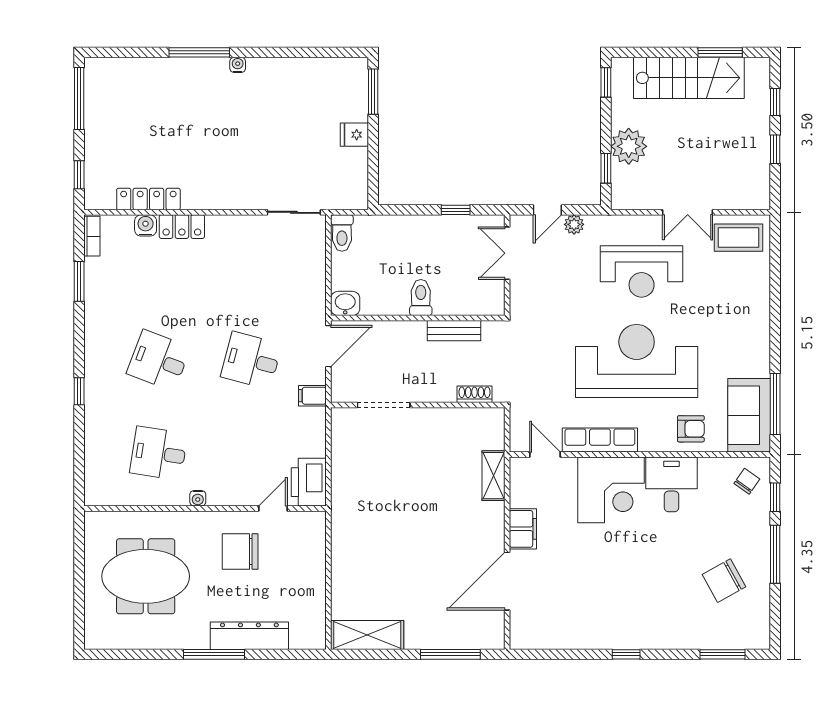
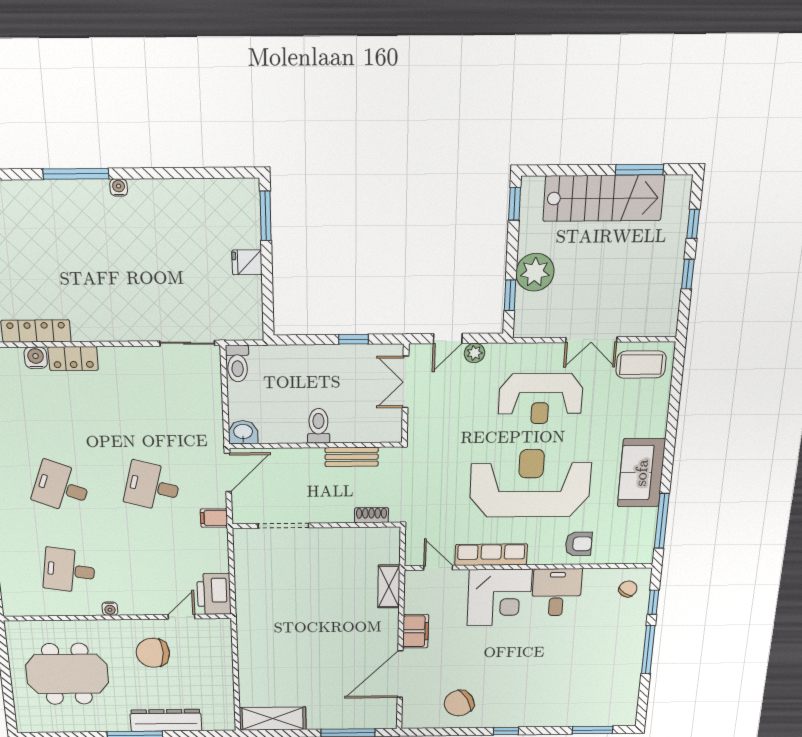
sofa: (749, 415) -> (641, 473), moved
chair: (724, 581) -> (459, 703), moved

